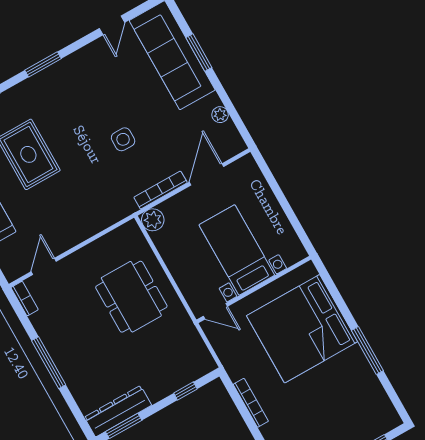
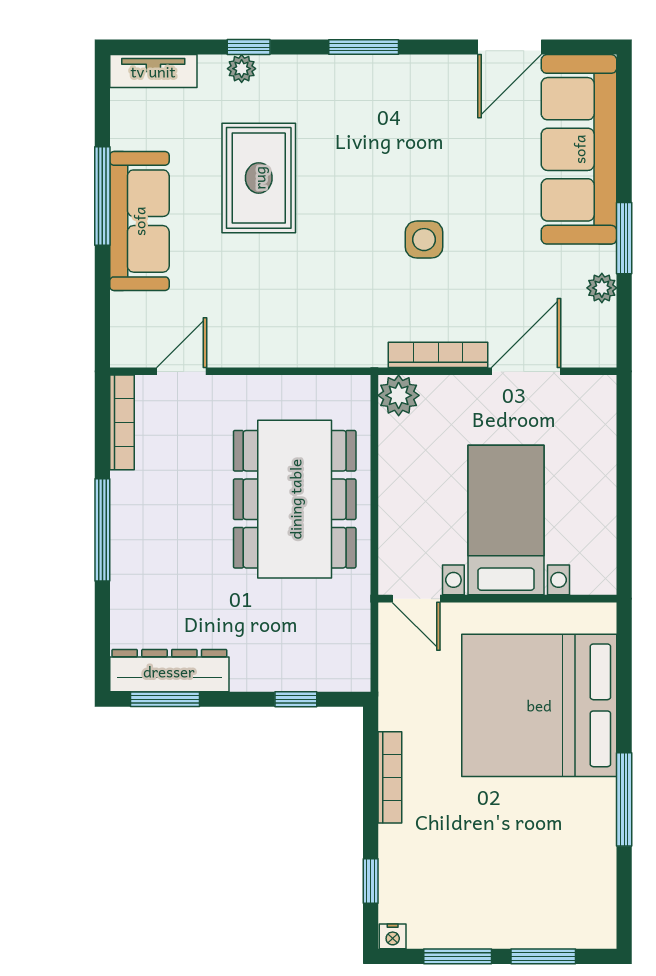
door: (112, 25) -> (510, 47), width x1.37
window: (199, 53) -> (624, 238), moved
dining table: (131, 297) -> (295, 499), width x1.36, depth x1.24
bookcase: (25, 299) -> (122, 422), width x1.56

